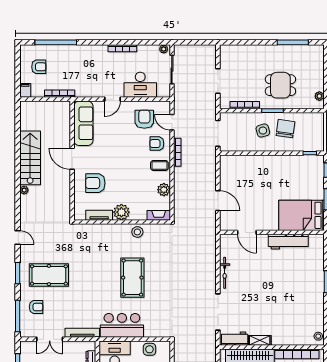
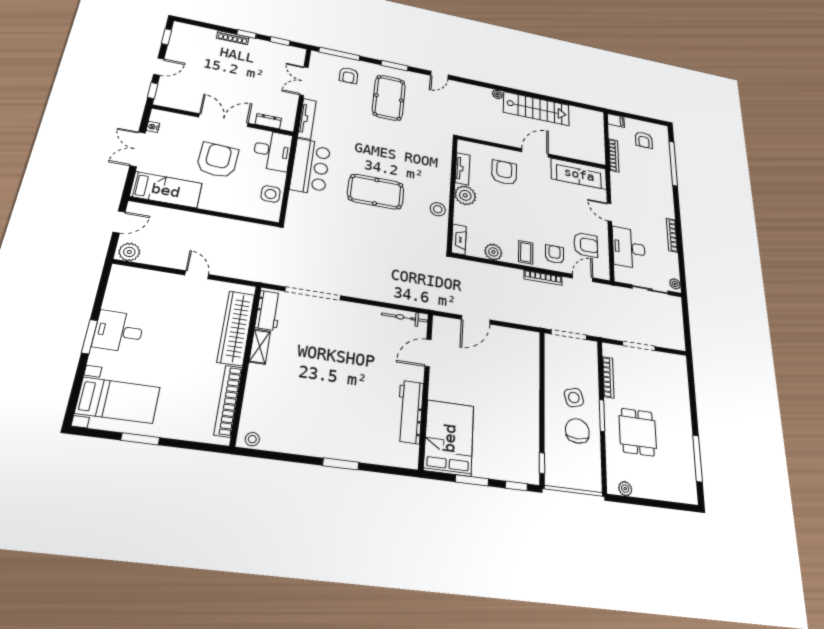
chair: (285, 129) -> (577, 431), turned -98
bicycle: (225, 273) -> (405, 318), moved

